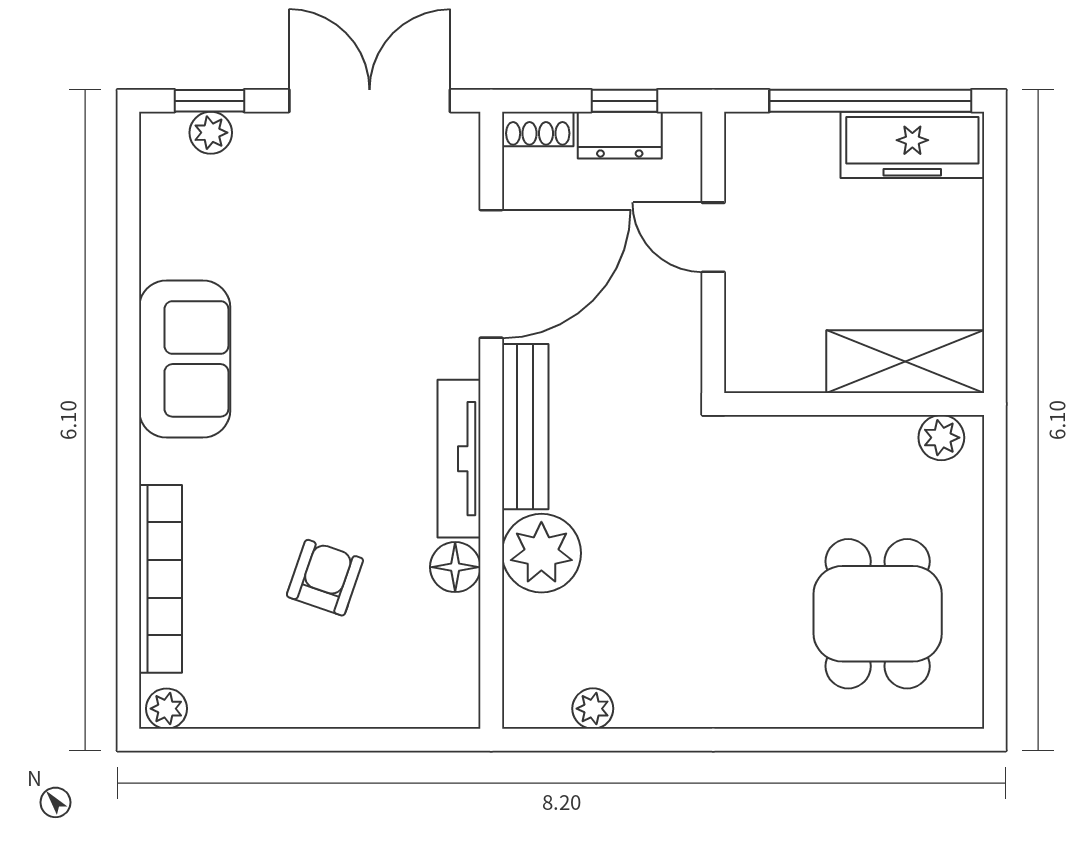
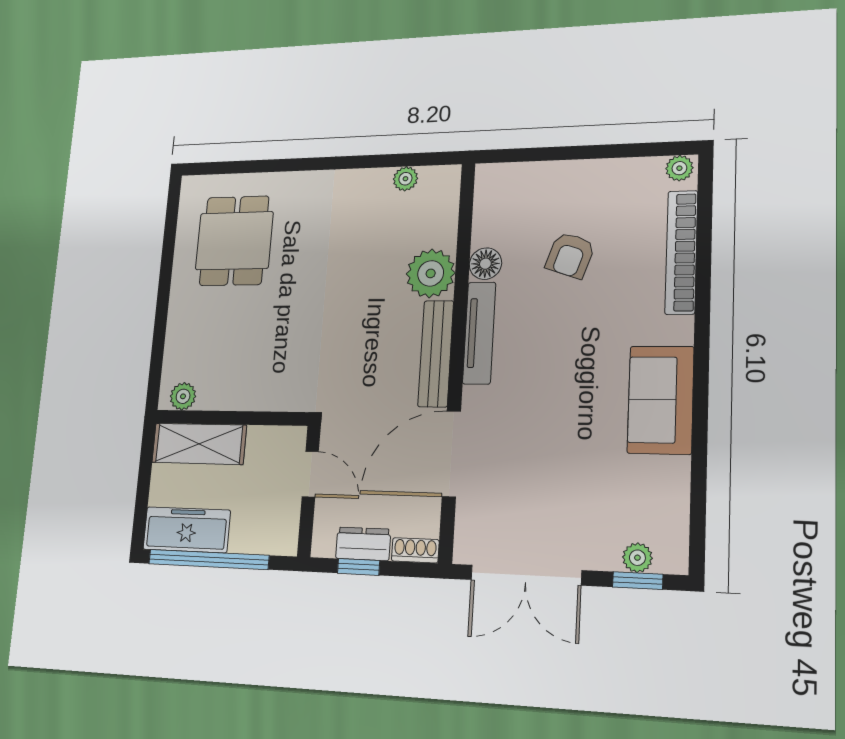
shelving: (905, 362) -> (199, 444), moved
wall: (854, 404) -> (231, 418), moved
plant: (941, 438) -> (183, 396), moved

